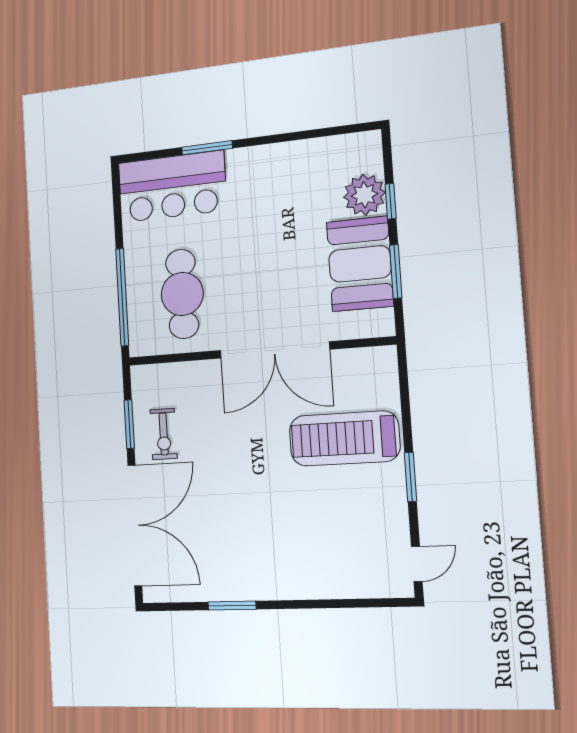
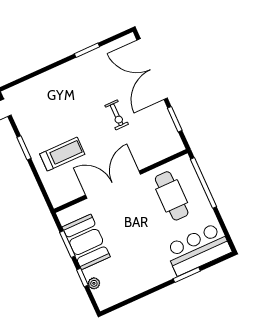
plant: (364, 195) -> (94, 283), width x0.53, depth x0.53
exercise bike: (164, 434) -> (117, 115), moved, turned 180
treadmill: (344, 438) -> (62, 154), width x0.73, depth x0.73

